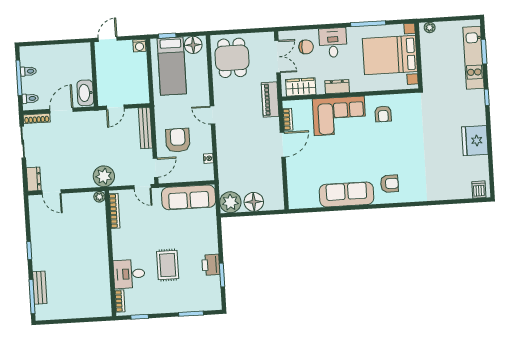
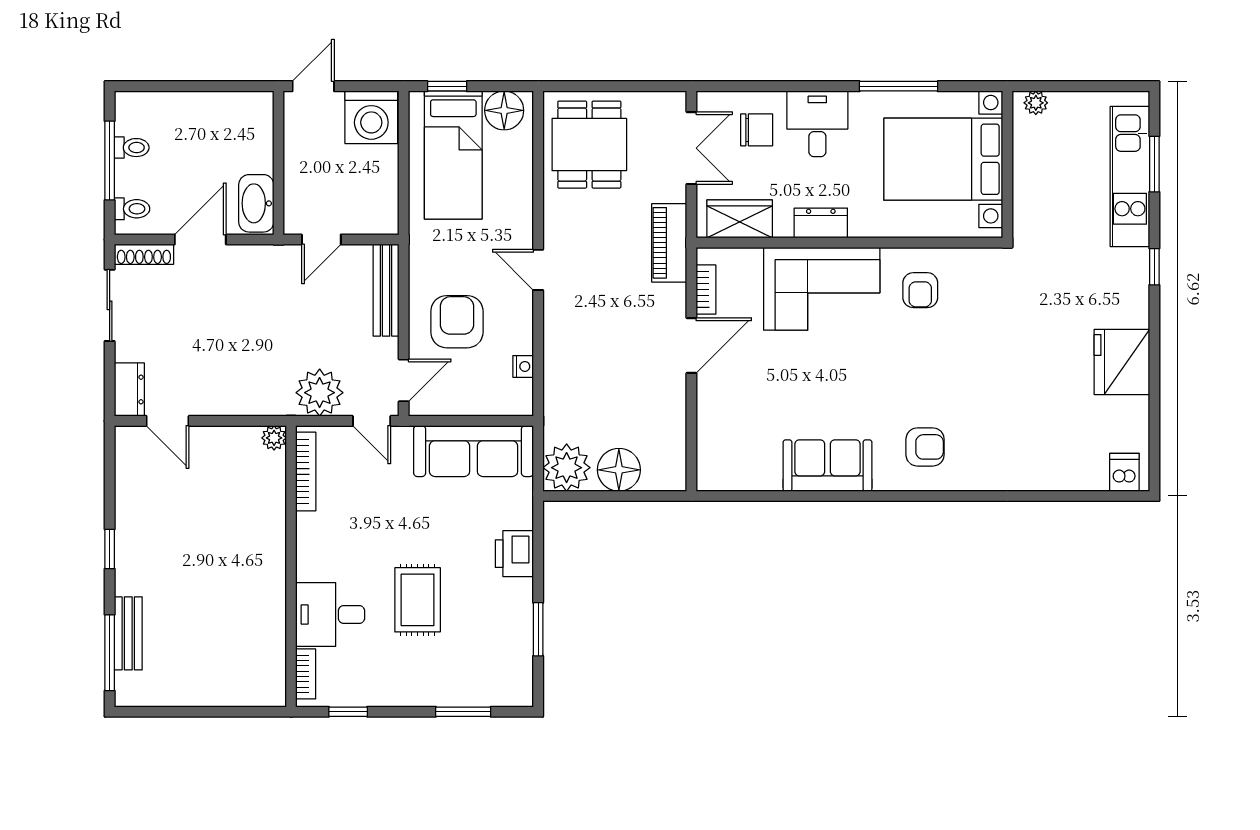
washing machine: (139, 46) -> (371, 117), width x1.89, depth x1.89
plant: (104, 176) -> (320, 393), moved
sofa: (347, 194) -> (828, 466), width x0.73
printer: (211, 265) -> (514, 554), moved

